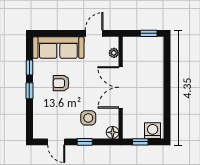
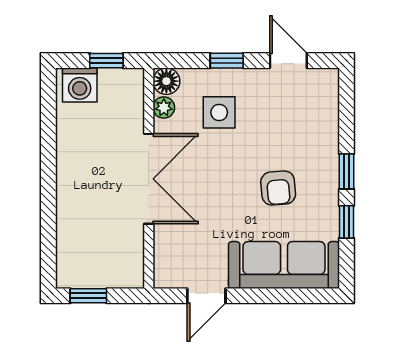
plant: (114, 53) -> (164, 108), moved
armchair: (61, 83) -> (278, 188), turned 85

